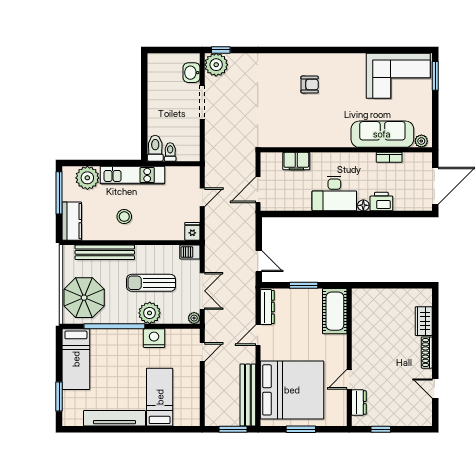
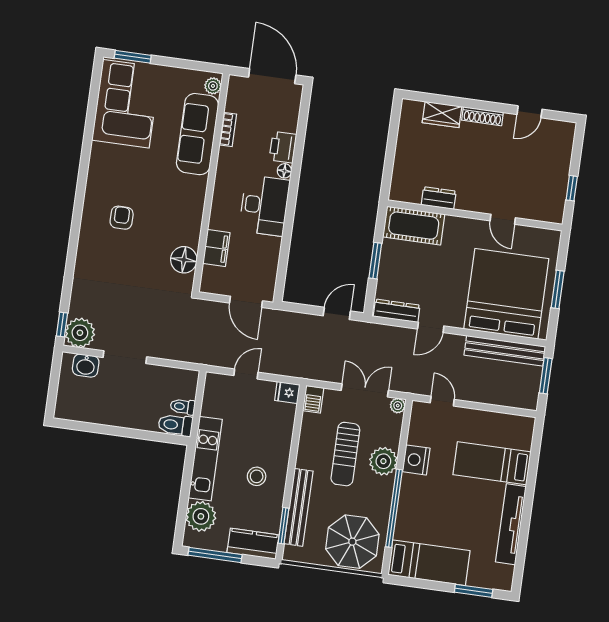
floor lamp: (284, 137) -> (184, 260), added
door: (202, 197) -> (246, 374), hinge flipped
window: (89, 243) -> (283, 526), added
door: (258, 335) -> (431, 327), hinge flipped
dresser: (359, 403) -> (439, 198), moved

